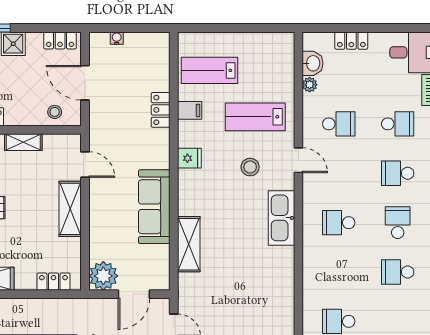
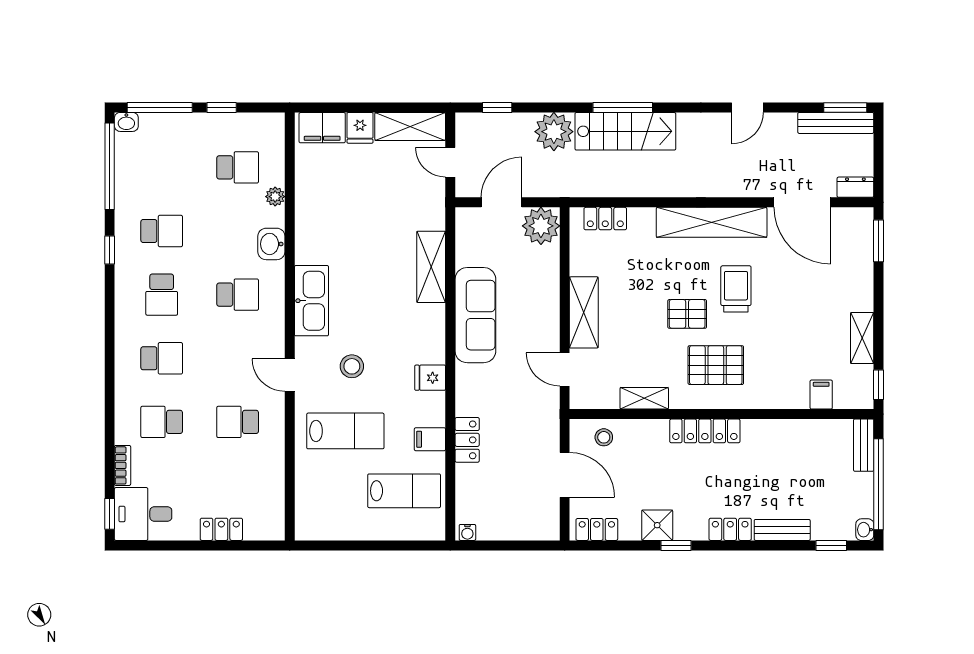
water cooler: (117, 38) -> (467, 532), moved
washbasin: (313, 63) -> (271, 244), moved
plant: (310, 85) -> (275, 197), moved

